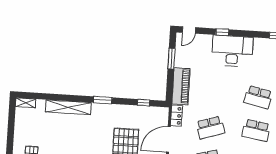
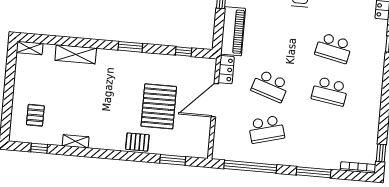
shelving: (68, 107) -> (76, 54), width x0.68
school desk: (210, 127) -> (270, 86), turned 36

